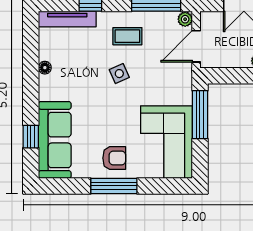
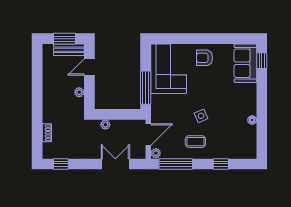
tv unit: (67, 19) -> (237, 153), removed
window: (31, 137) -> (262, 61), moved
sofa: (55, 140) -> (245, 63), width x0.73
window: (114, 186) -> (205, 39), removed

